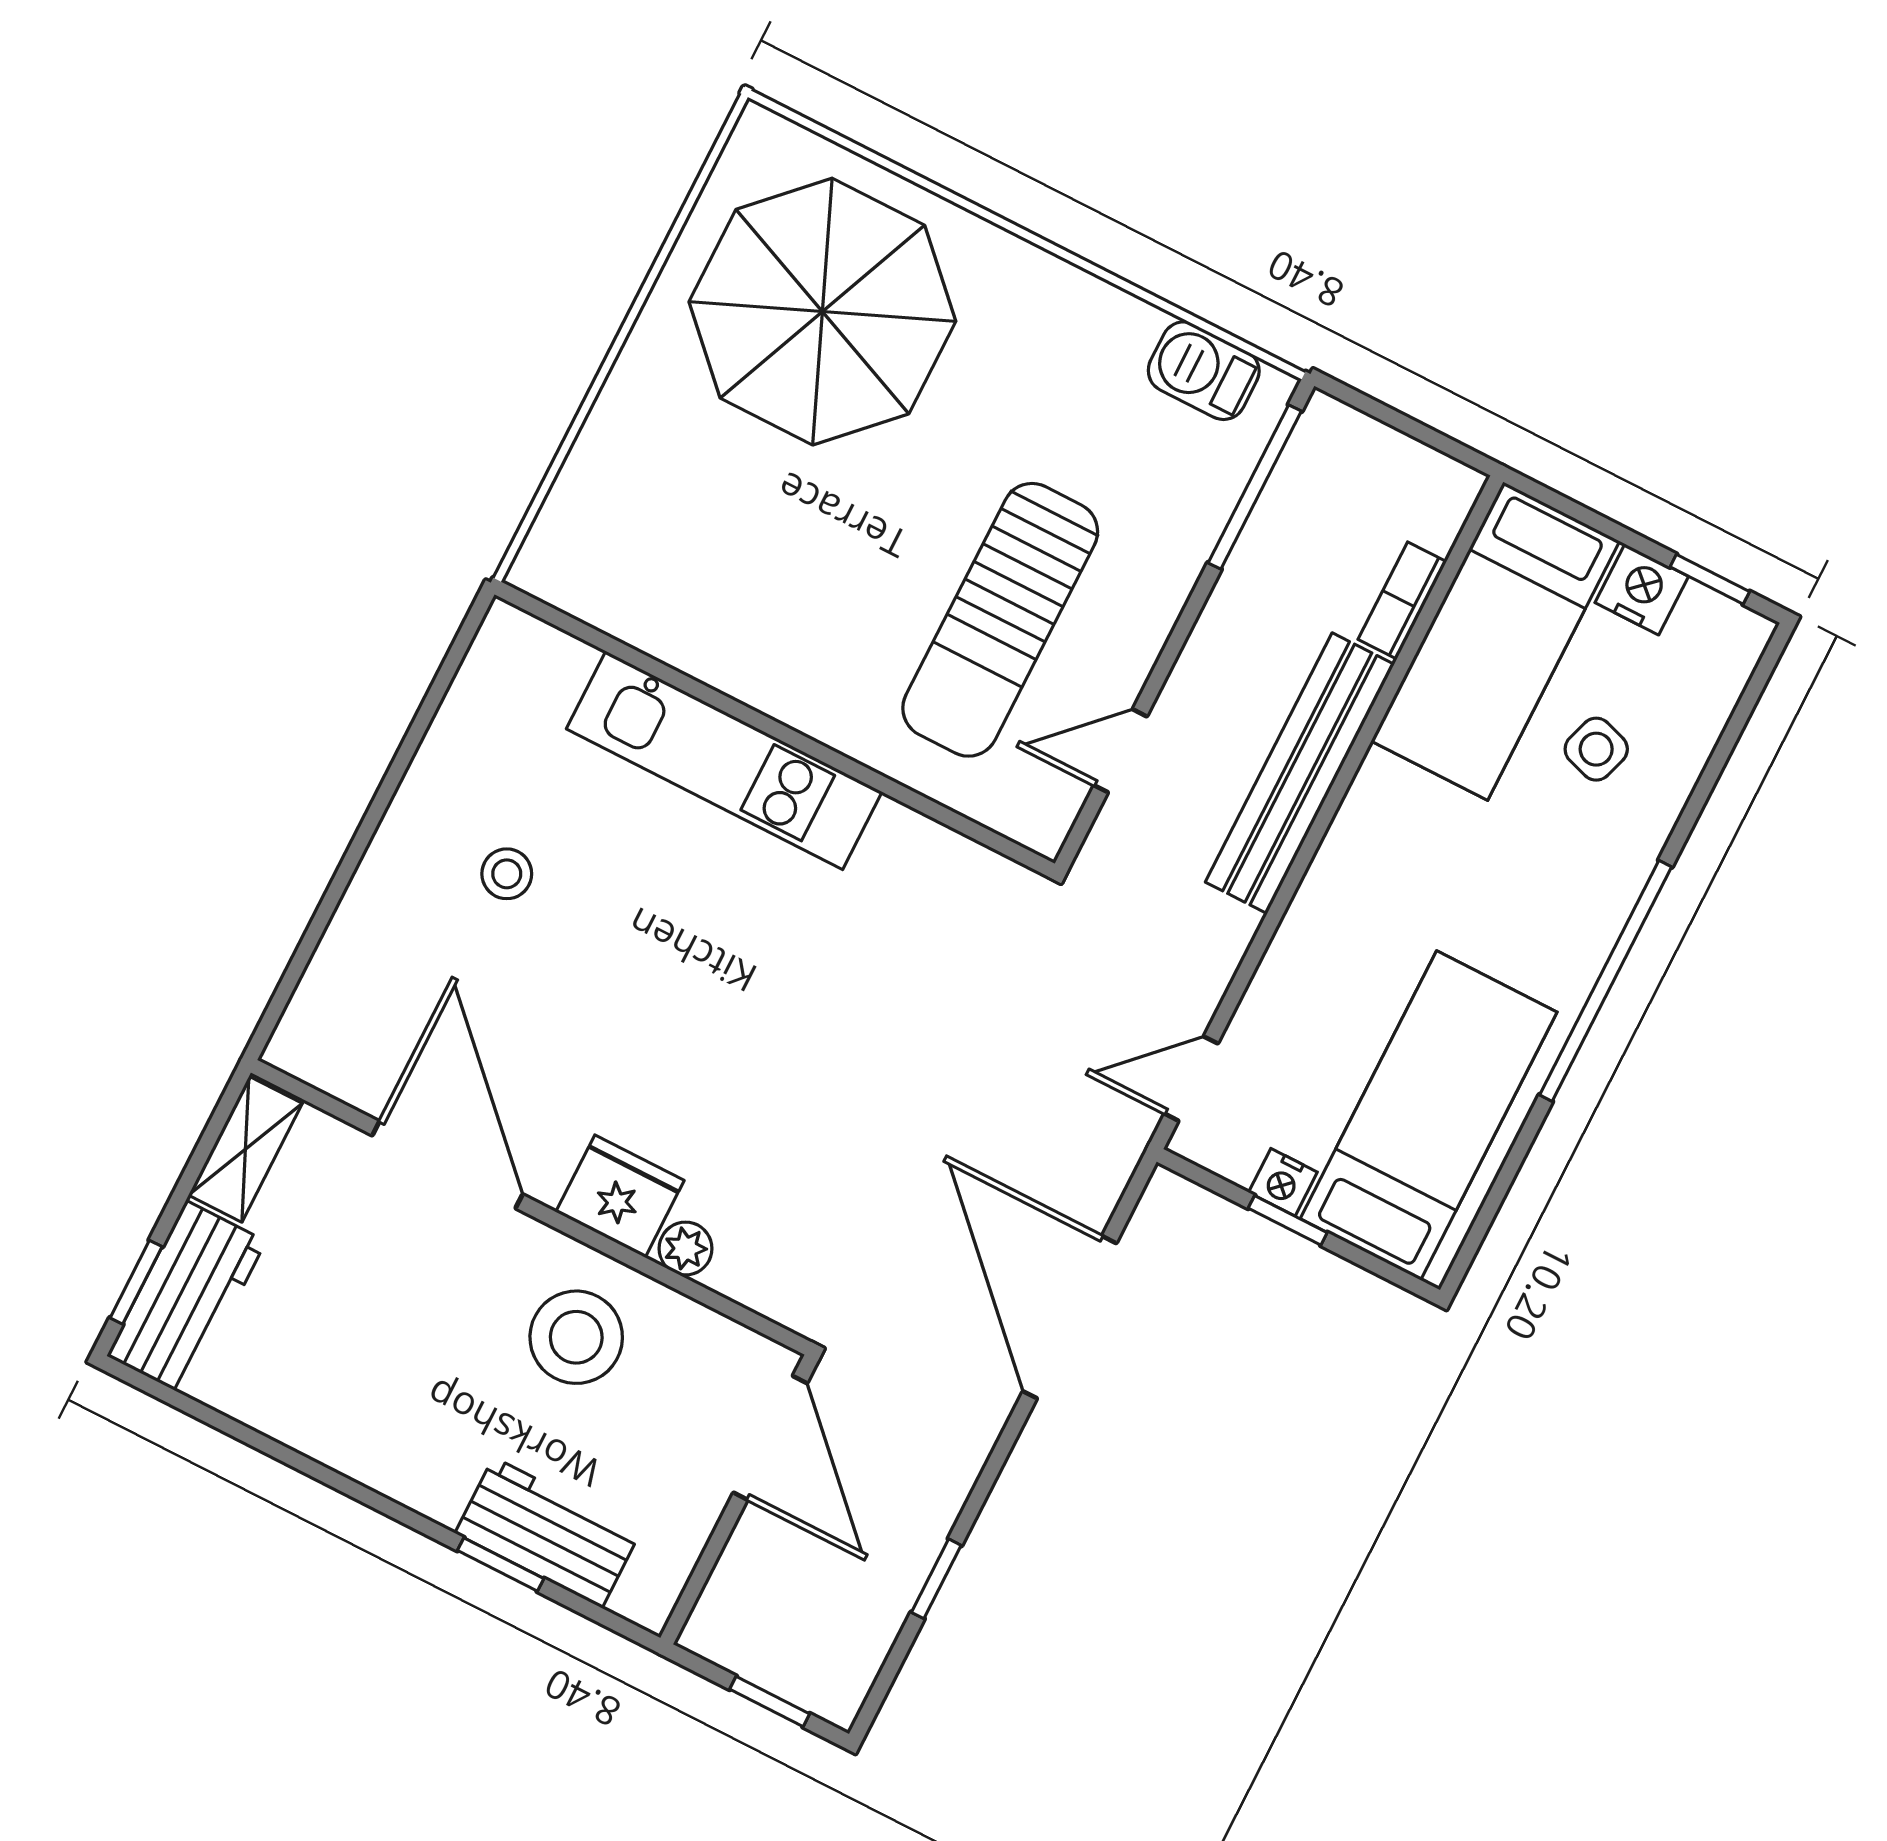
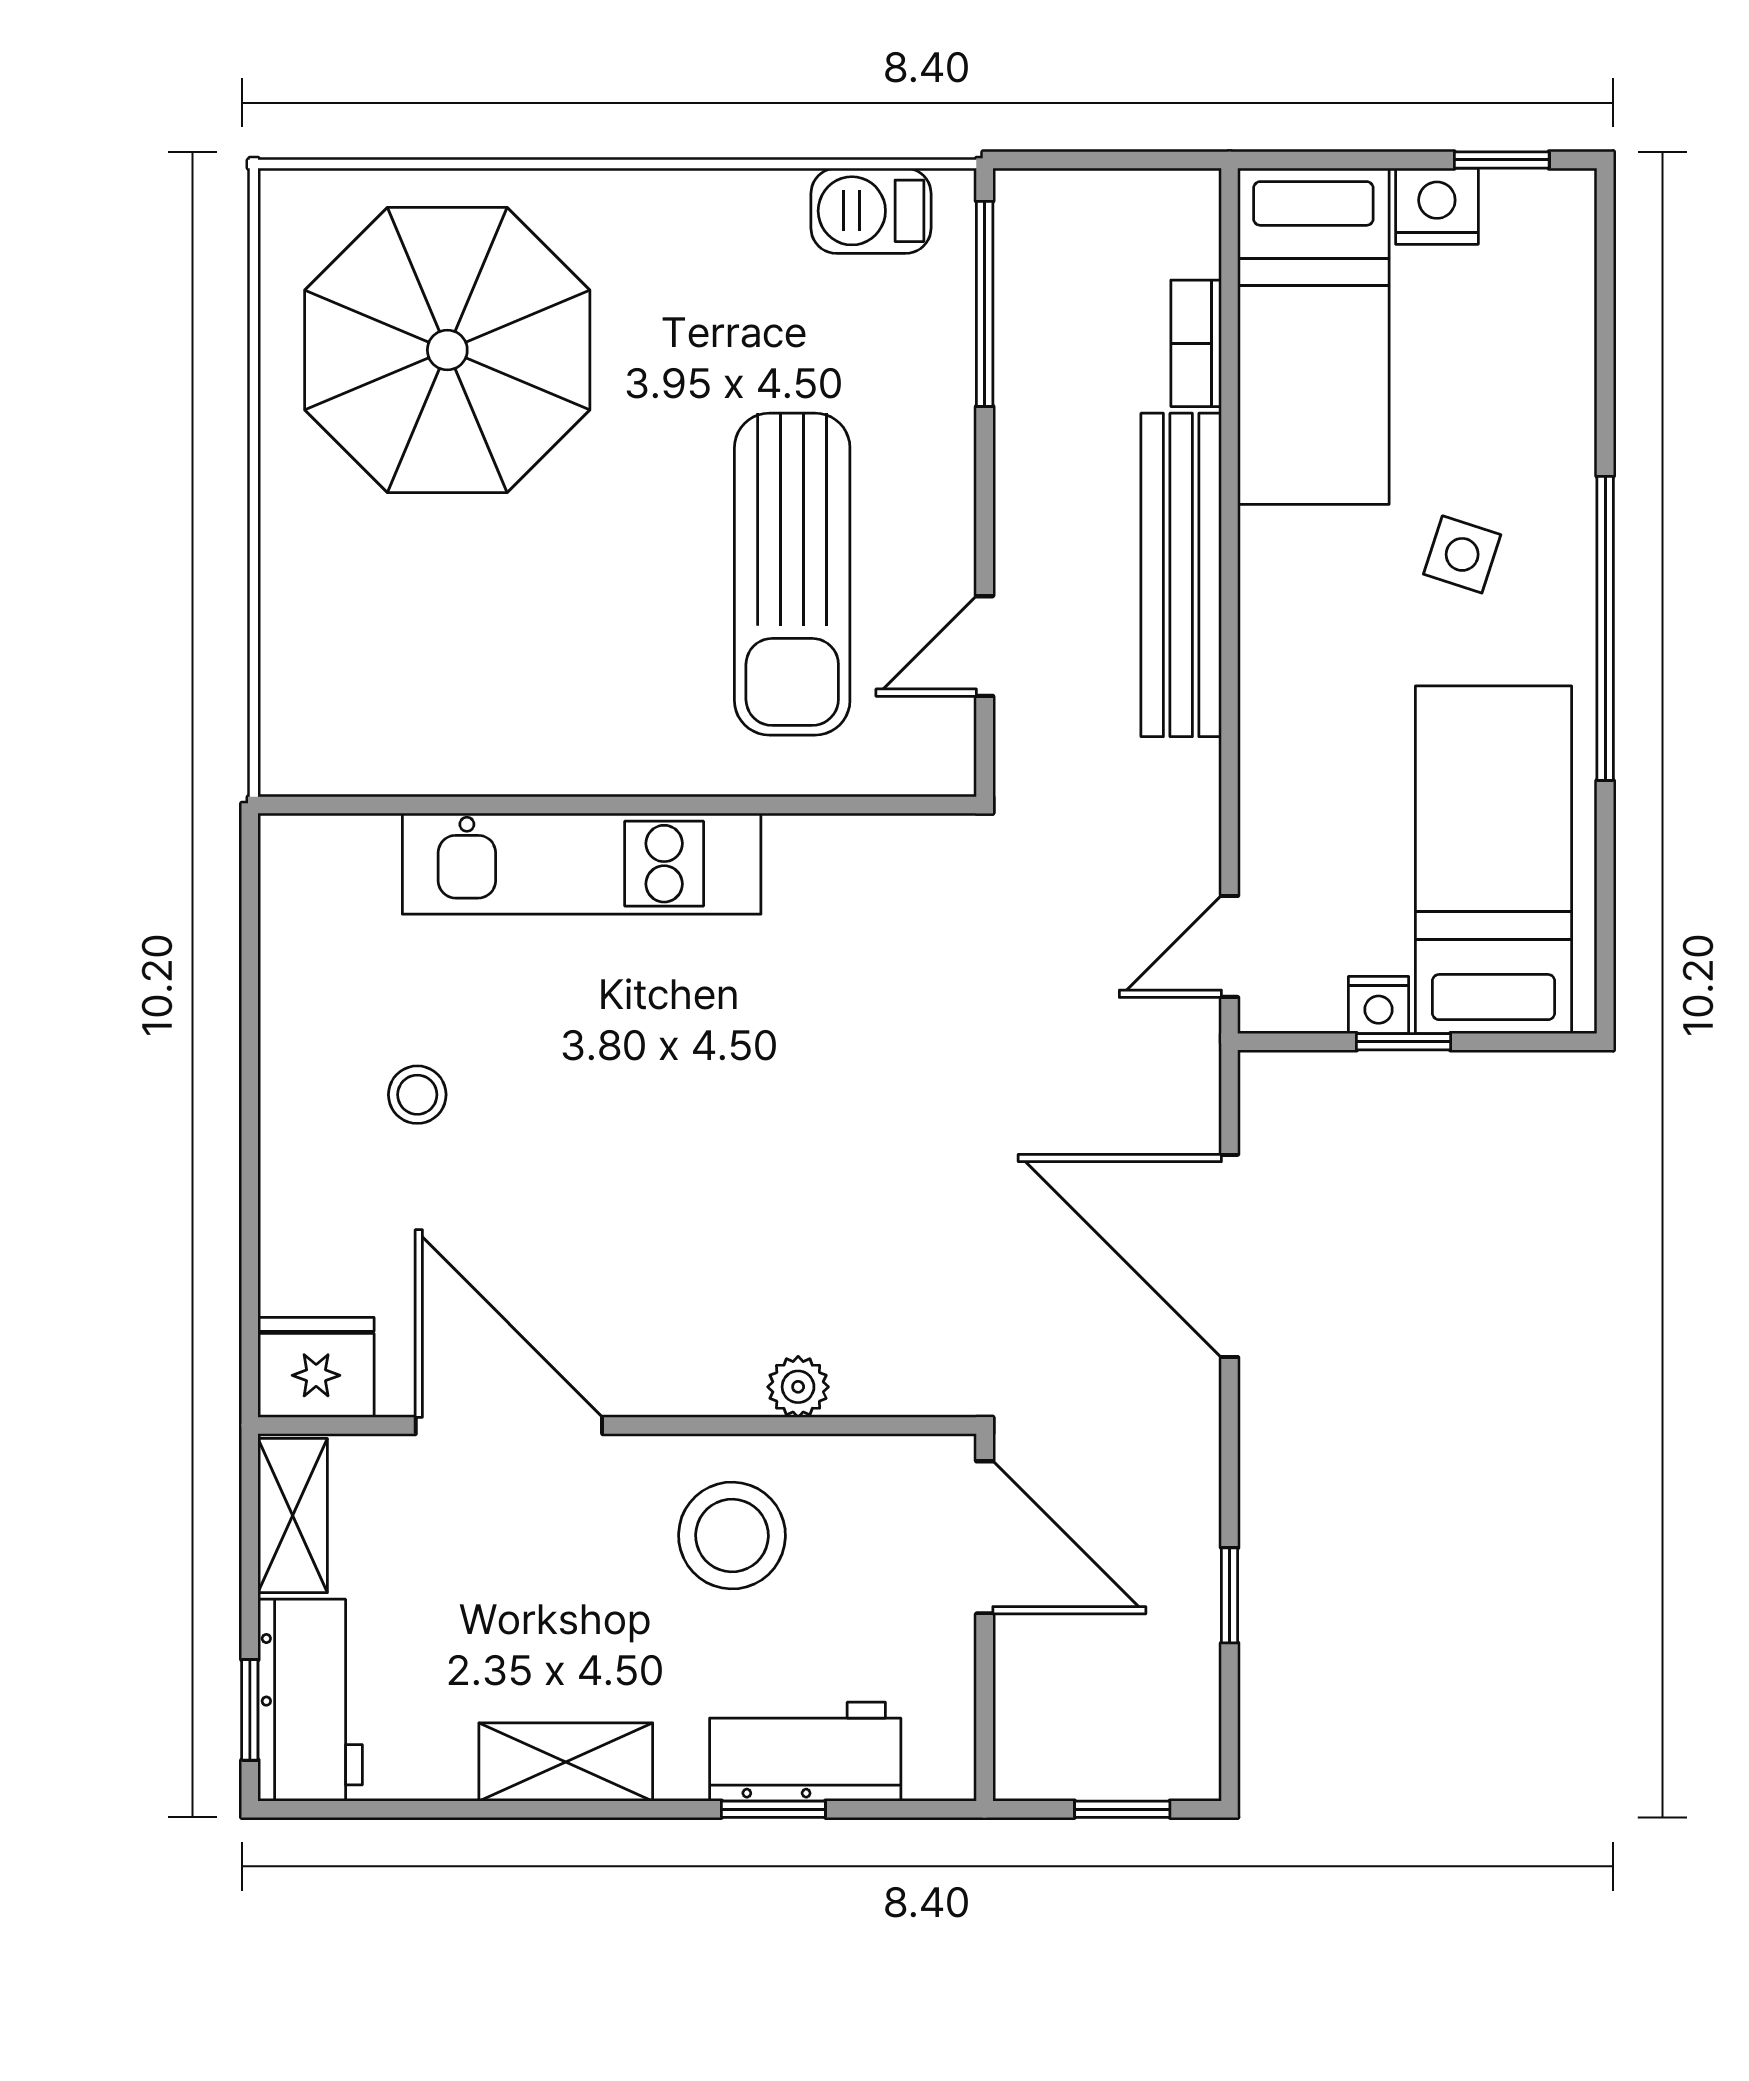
side table: (1596, 749) -> (1462, 554), moved
fridge: (620, 1196) -> (316, 1367), moved
shelving: (359, 1446) -> (566, 1762), added

